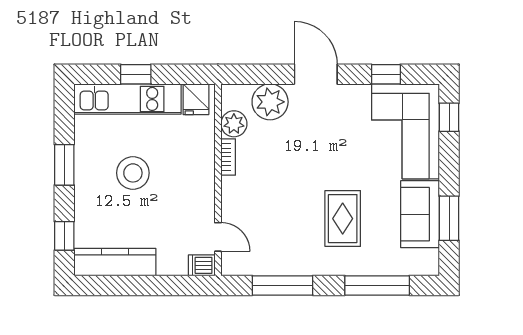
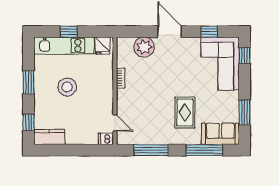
plant: (234, 124) -> (124, 59), removed
sofa: (420, 214) -> (220, 134), moved, turned 90
kitchen counter: (115, 262) -> (49, 137), width x0.67

